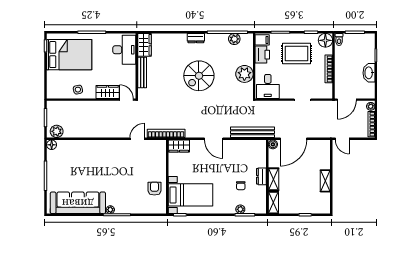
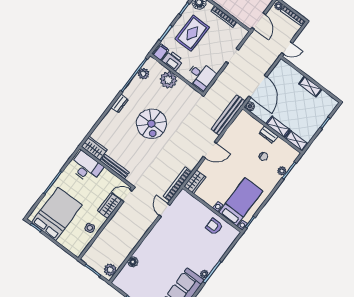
plant: (244, 74) -> (168, 80), moved
floor lamp: (52, 145) -> (133, 262), moved

